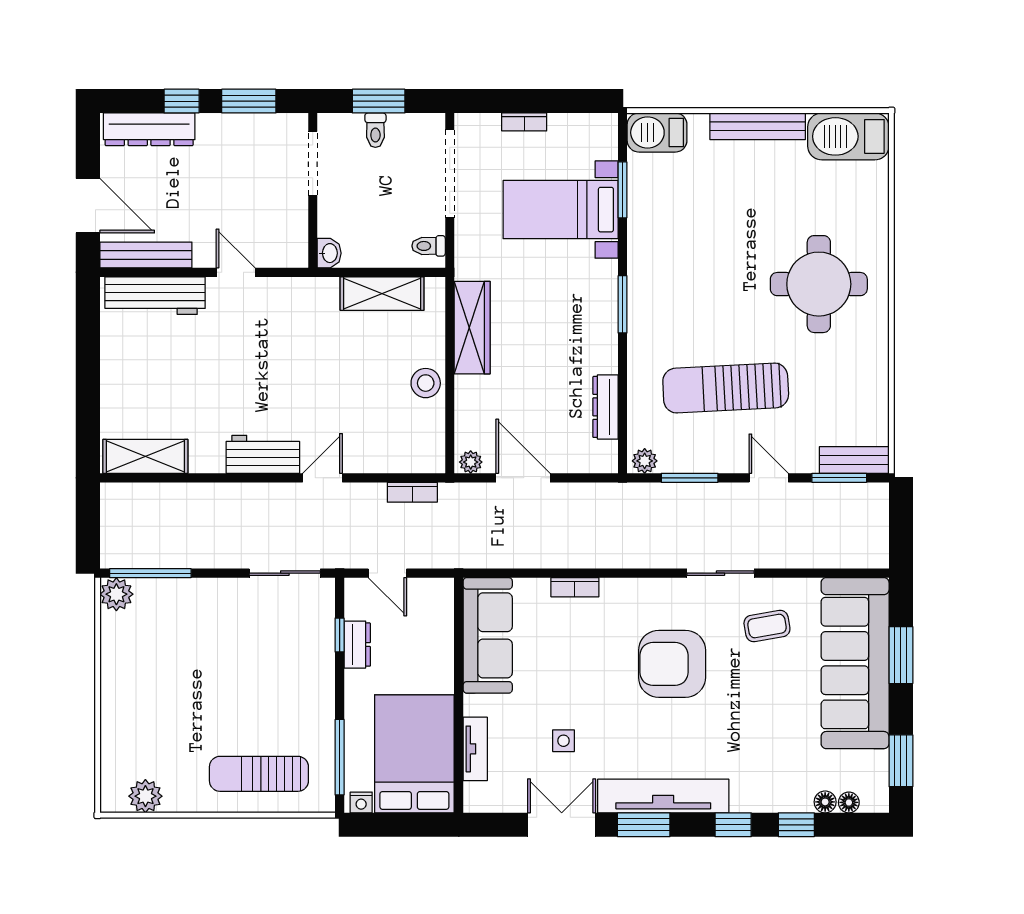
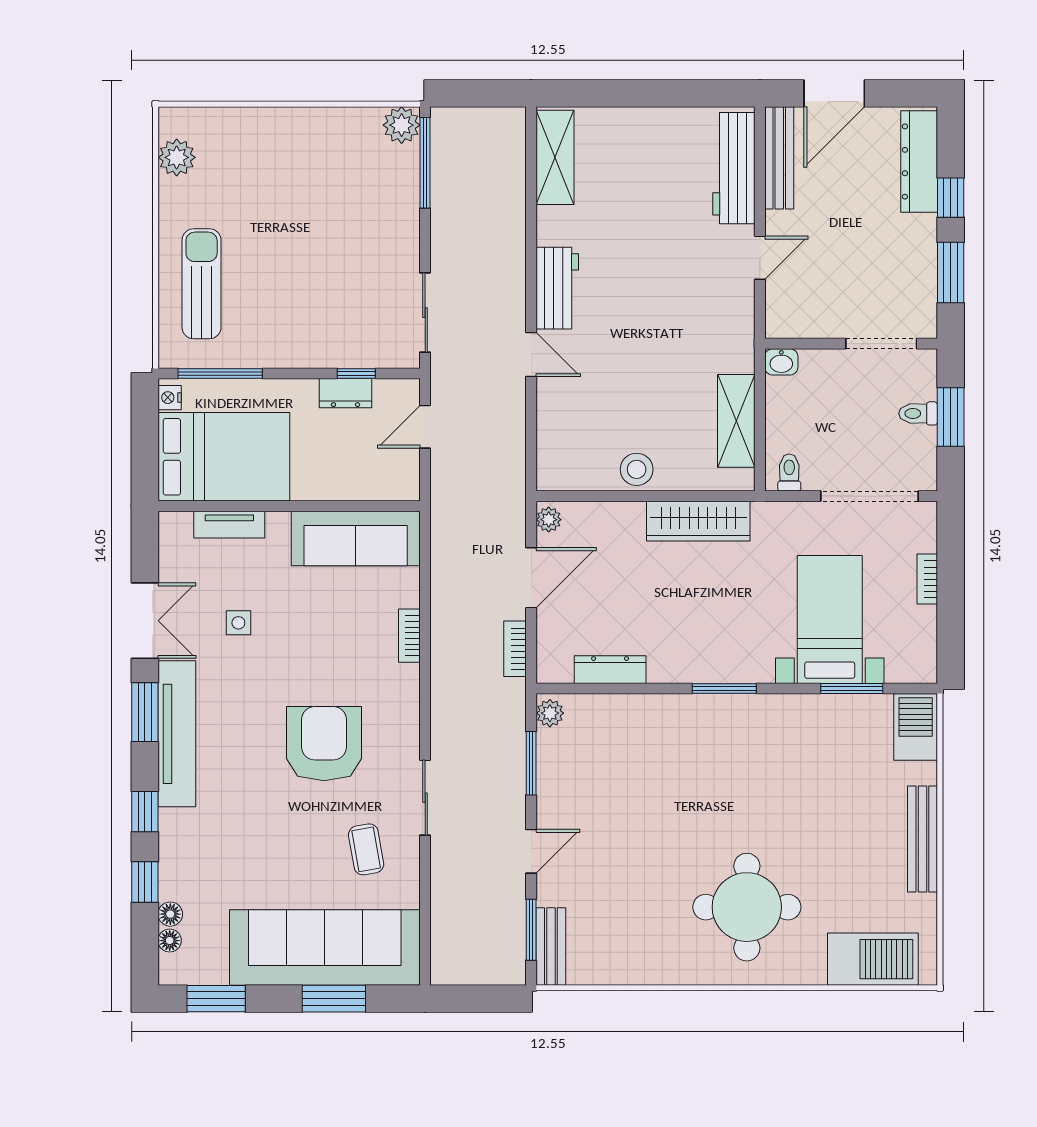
barbecue: (848, 136) -> (873, 959), moved, turned 90
sun lounger: (726, 388) -> (631, 803), removed
bookcase: (412, 492) -> (515, 649), moved

